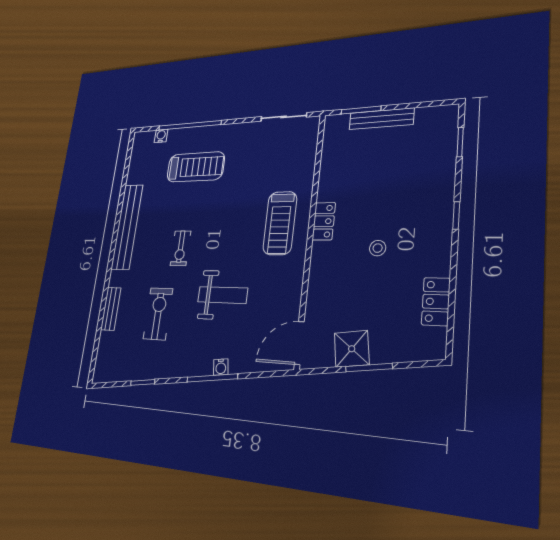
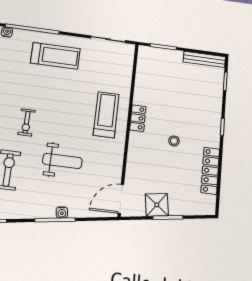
bench: (381, 119) -> (204, 59), moved
treadmill: (196, 167) -> (55, 56), moved
treadmill: (280, 223) -> (106, 115), turned 180
locker: (436, 302) -> (210, 171), width x1.53

